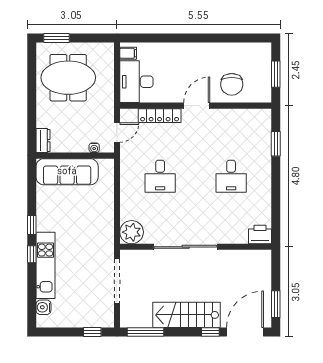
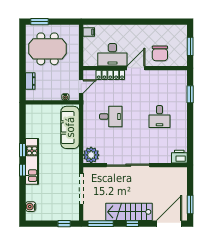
desk: (136, 82) -> (112, 55), moved, turned -90
dresser: (43, 141) -> (30, 81), moved
sofa: (67, 172) -> (70, 127), moved, turned 90
desk: (160, 176) -> (111, 117), turned -90
kitchen unit: (46, 265) -> (32, 161), moved
window: (210, 332) -> (132, 224), moved

